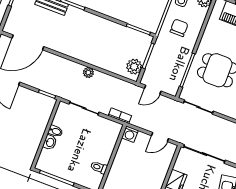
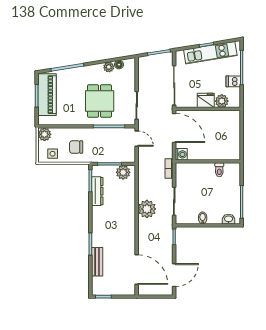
dresser: (125, 32) -> (97, 191), added
plant: (88, 73) -> (147, 209), width x1.88, depth x1.88
door: (153, 90) -> (137, 139), moved
door: (160, 137) -> (174, 128), width x1.87
washbasin: (50, 142) -> (229, 219), moved

